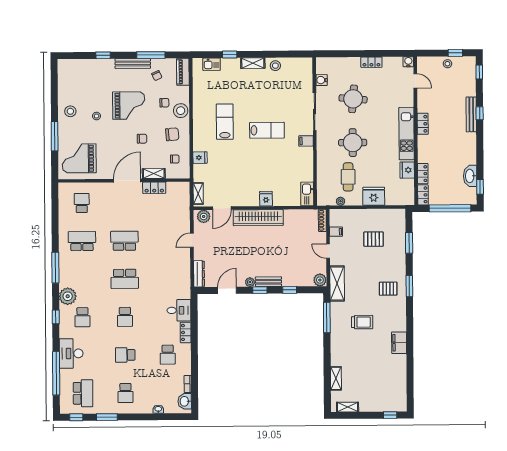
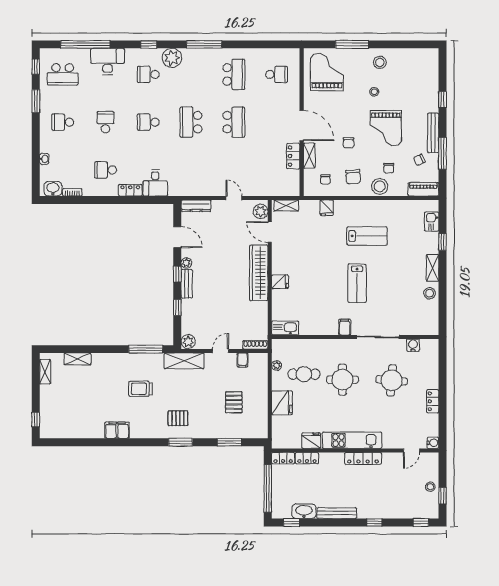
bench: (471, 114) -> (337, 513), moved
locker: (423, 124) -> (363, 458), width x1.53
pallet: (388, 289) -> (178, 418), turned 90
trolley: (362, 322) -> (141, 389), turned 90

